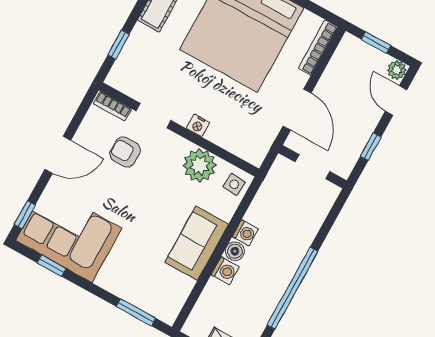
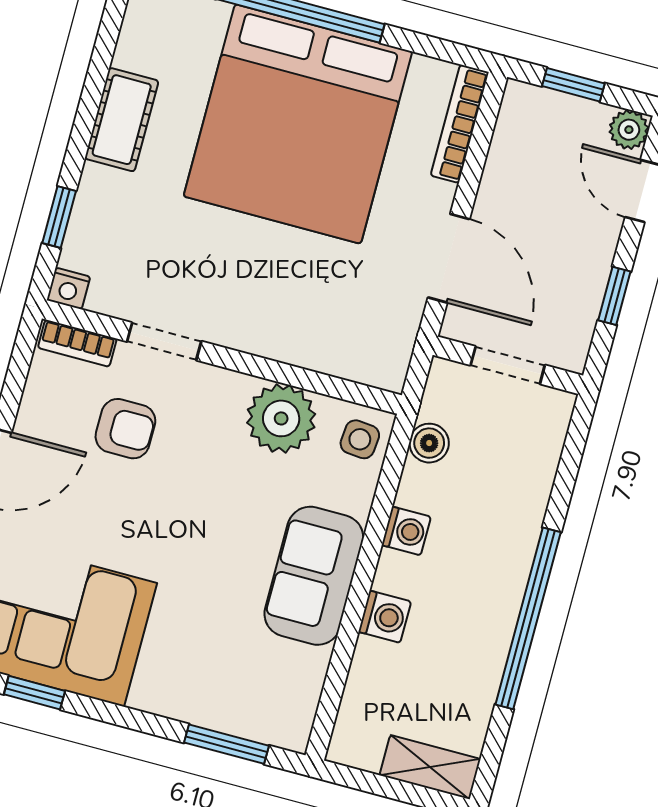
nightstand: (198, 125) -> (68, 288), moved
armchair: (125, 152) -> (125, 429), turned 180
boiler: (235, 251) -> (429, 443), moved

